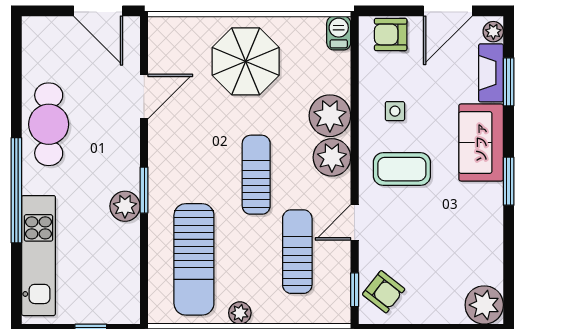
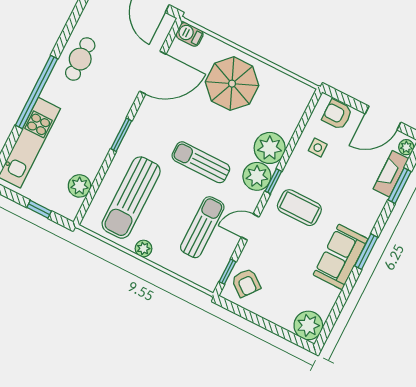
barbecue: (339, 33) -> (190, 34), moved, turned -90
door: (144, 97) -> (153, 73), width x1.36
side table: (395, 111) -> (318, 148), moved
cafe table: (49, 124) -> (80, 59), width x0.73, depth x0.74
sofa: (481, 142) -> (341, 257), moved
window: (355, 153) -> (273, 181), added
sun lounger: (256, 175) -> (201, 162), turned -90
plant: (125, 206) -> (79, 186), moved

